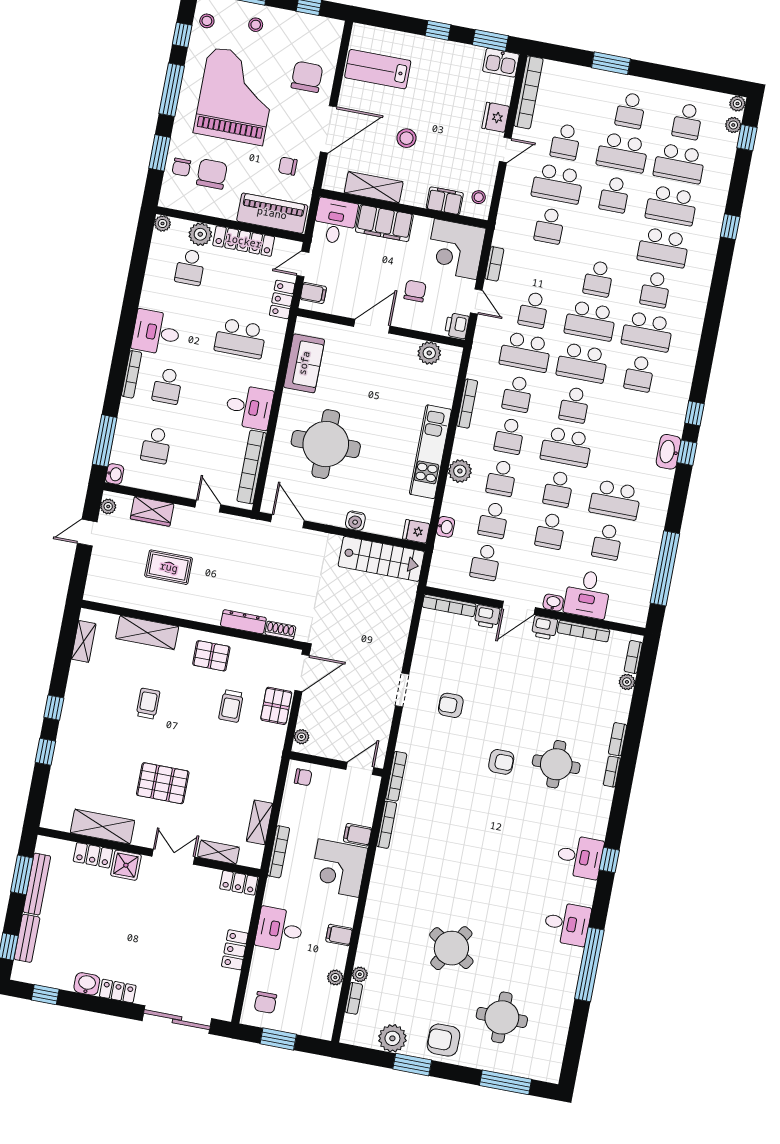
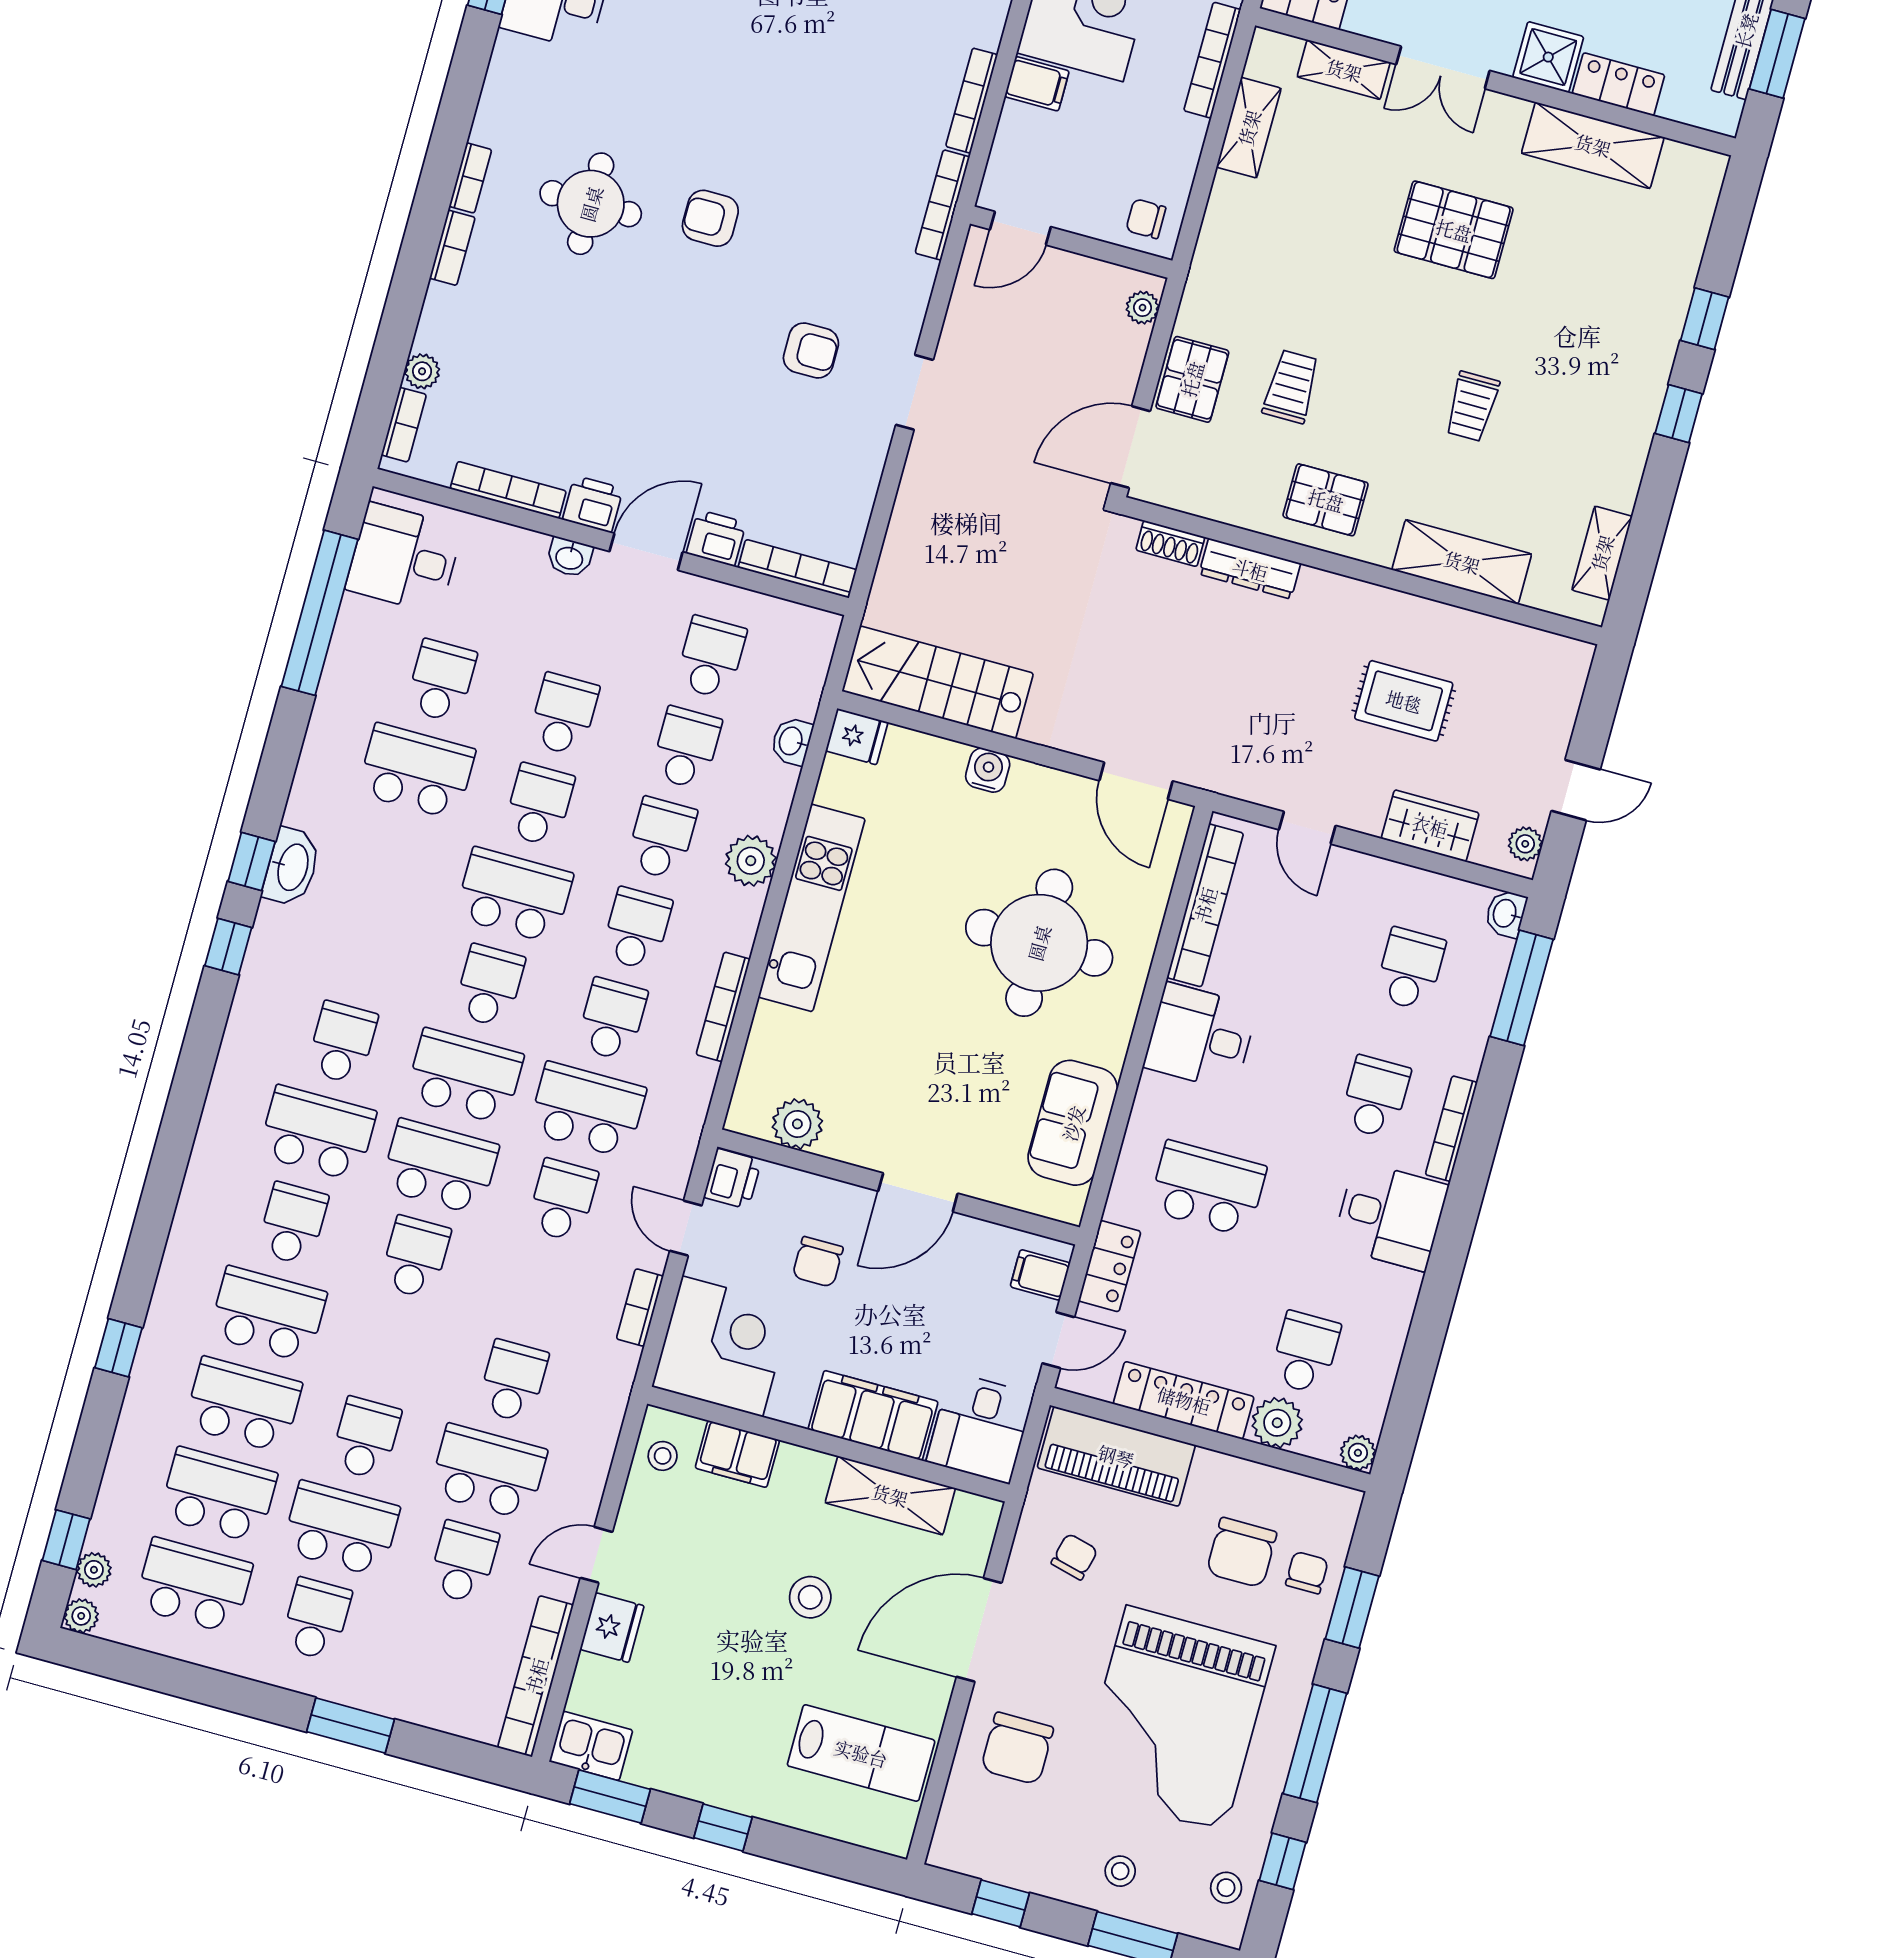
school desk: (687, 121) -> (194, 1586), width x1.85
chair: (288, 166) -> (1074, 1557), turned -76
desk: (588, 594) -> (404, 558), moved, turned -90

